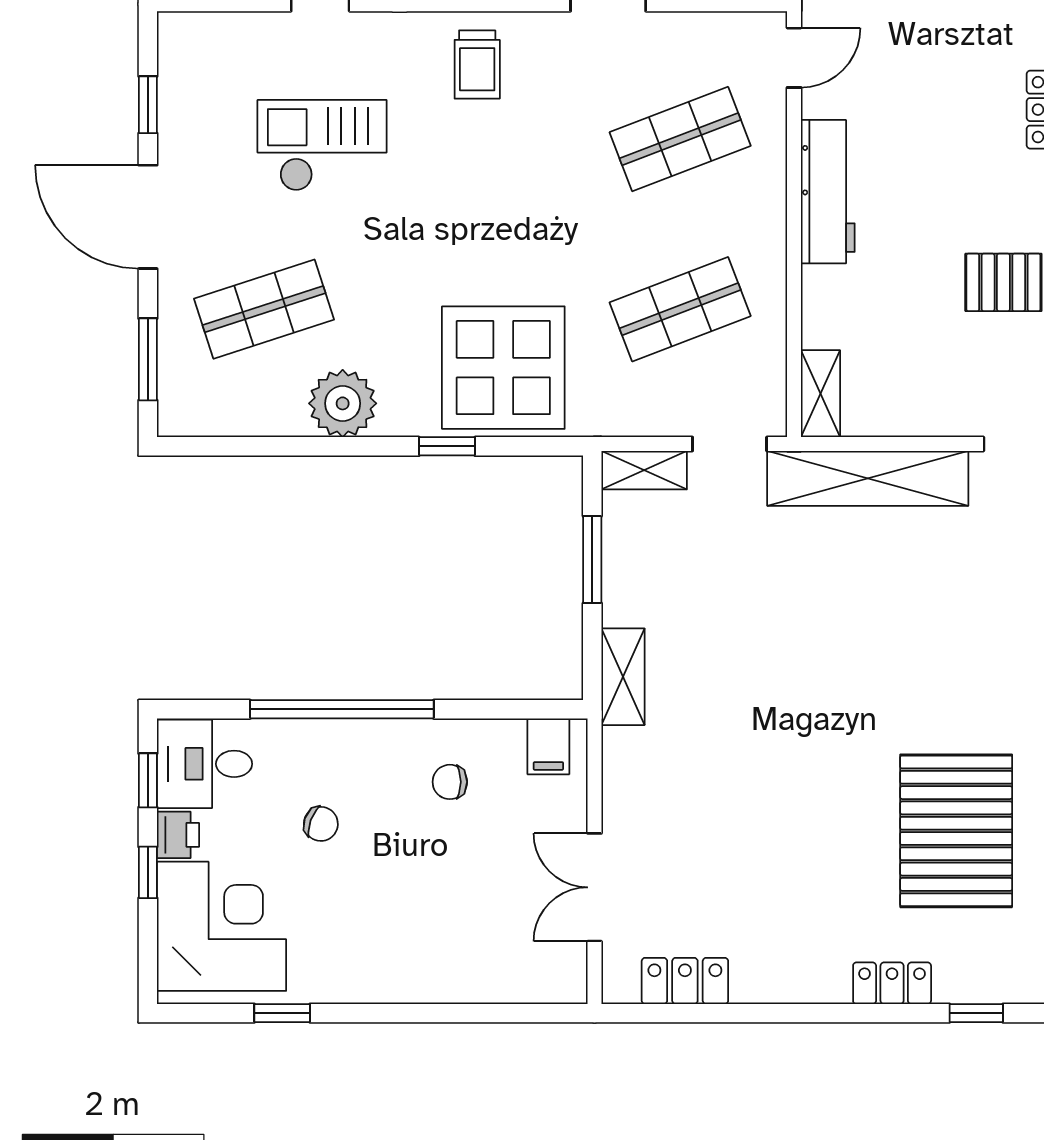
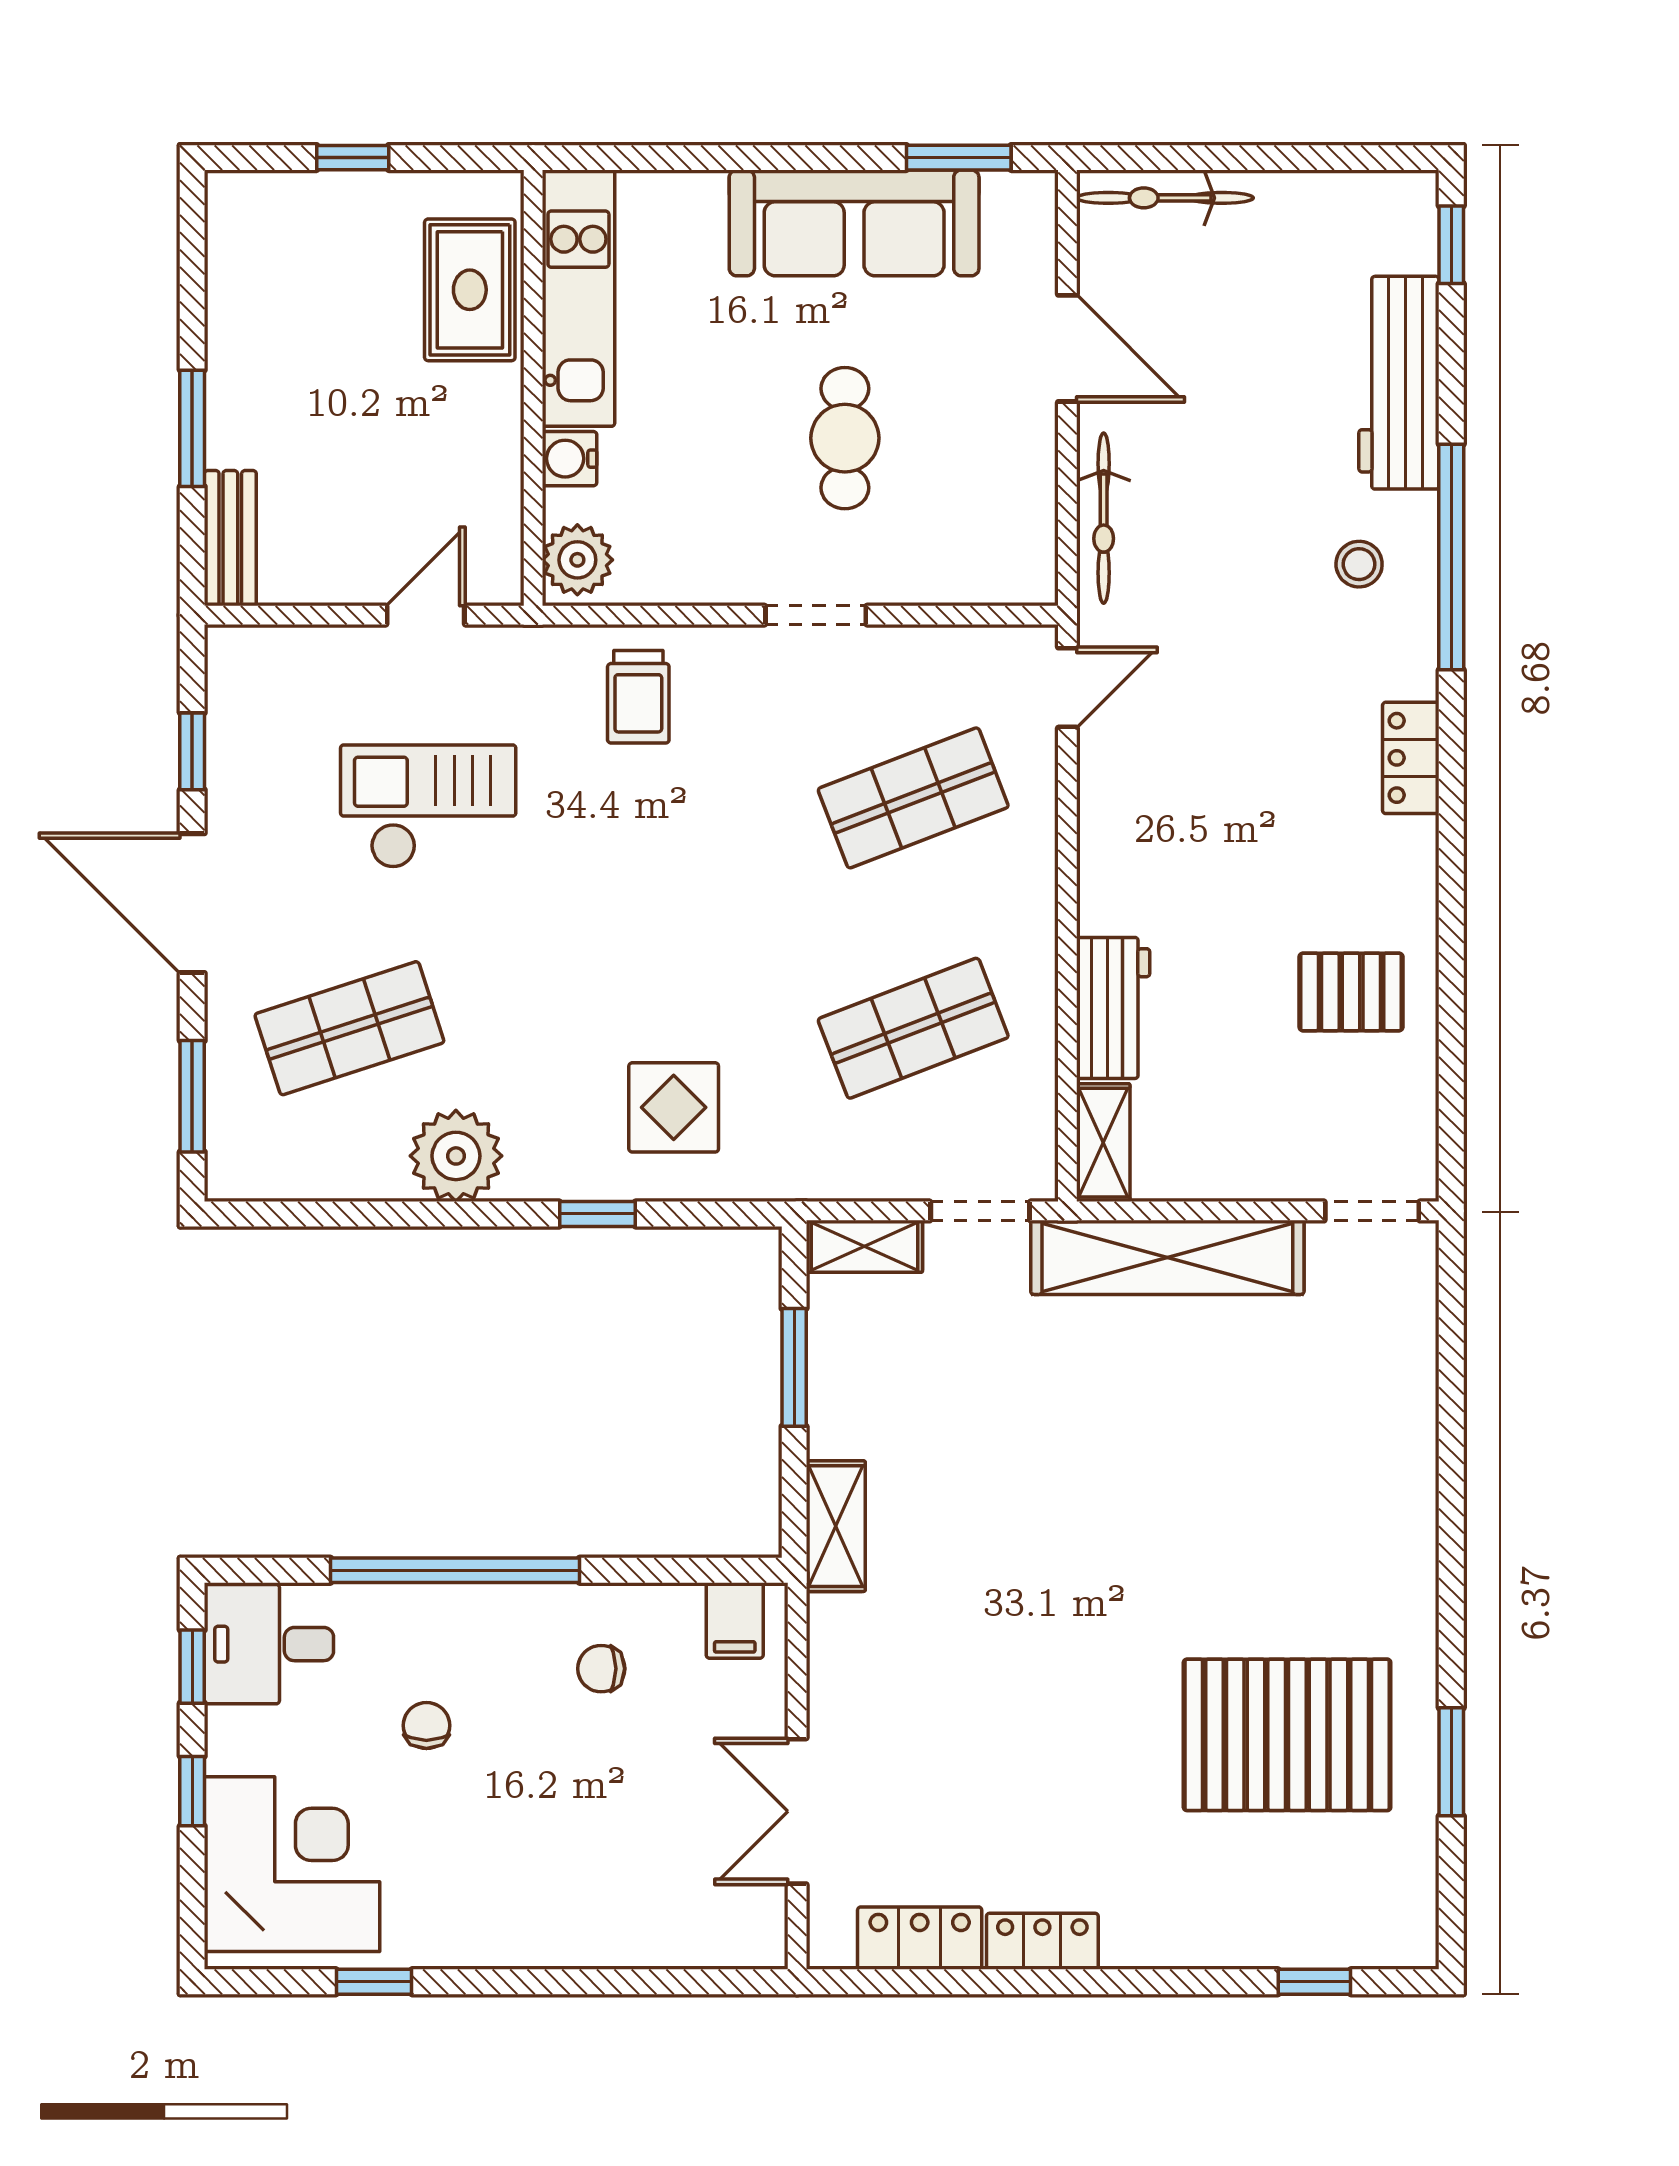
workbench: (828, 192) -> (1113, 1008), moved, width x0.73
display table: (503, 368) -> (674, 1107), width x0.54, depth x0.54
chair: (321, 824) -> (426, 1725), turned -110
pallet: (956, 831) -> (1287, 1735), turned 90
printer: (178, 835) -> (233, 1740), removed
locker: (892, 983) -> (1042, 1941), moved

